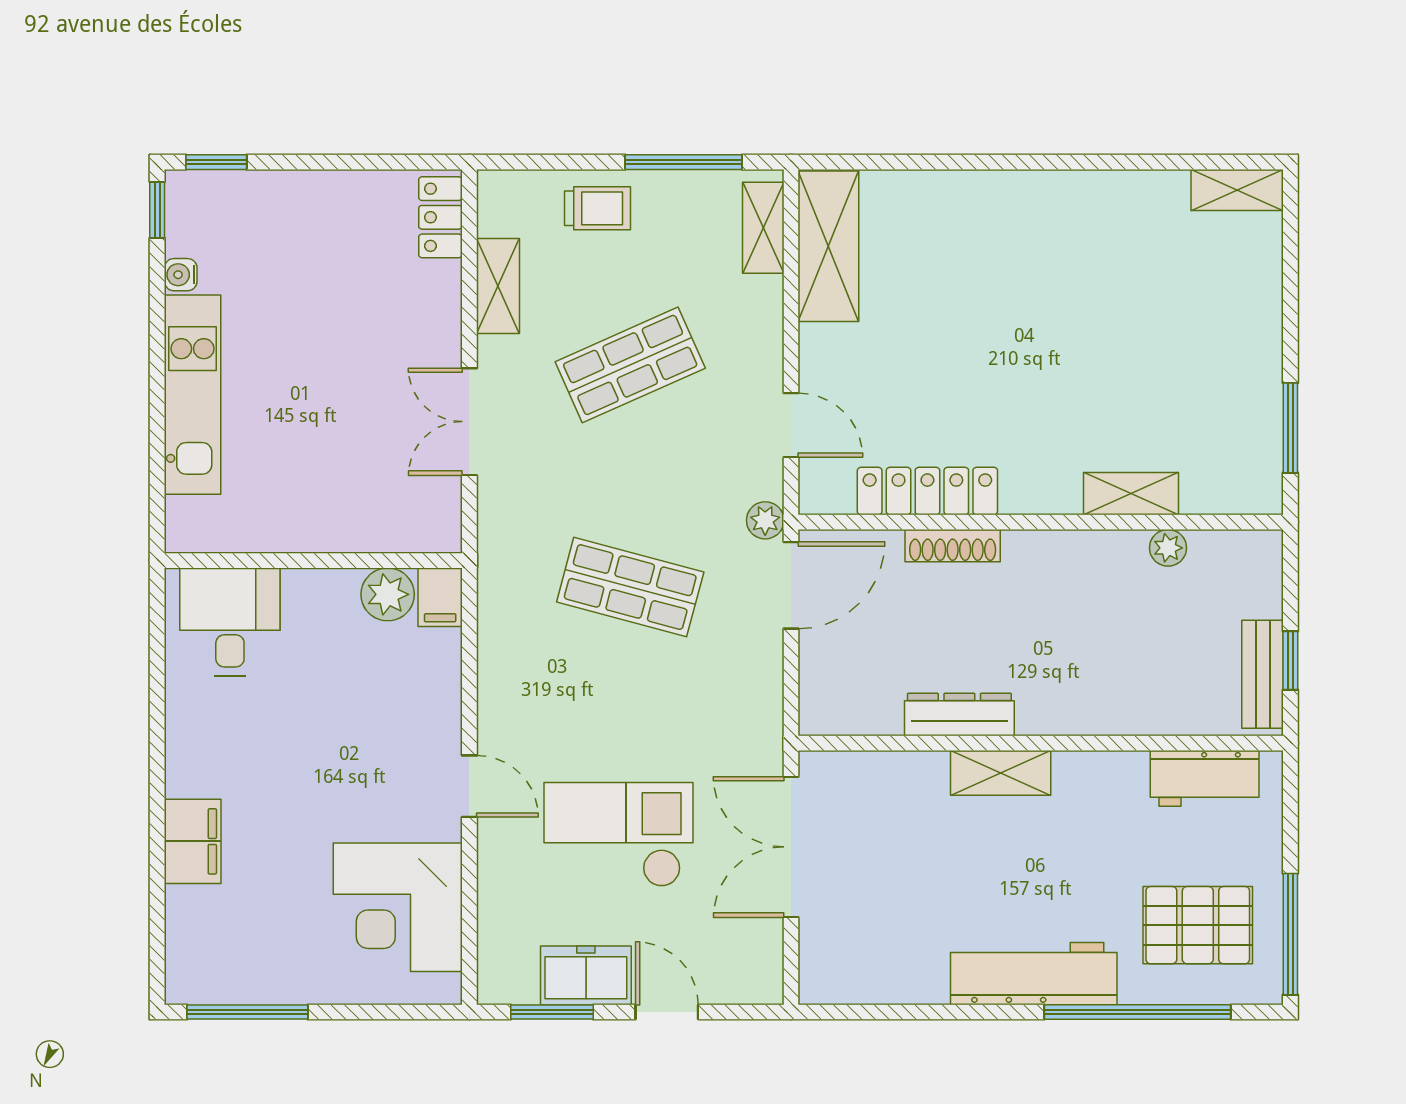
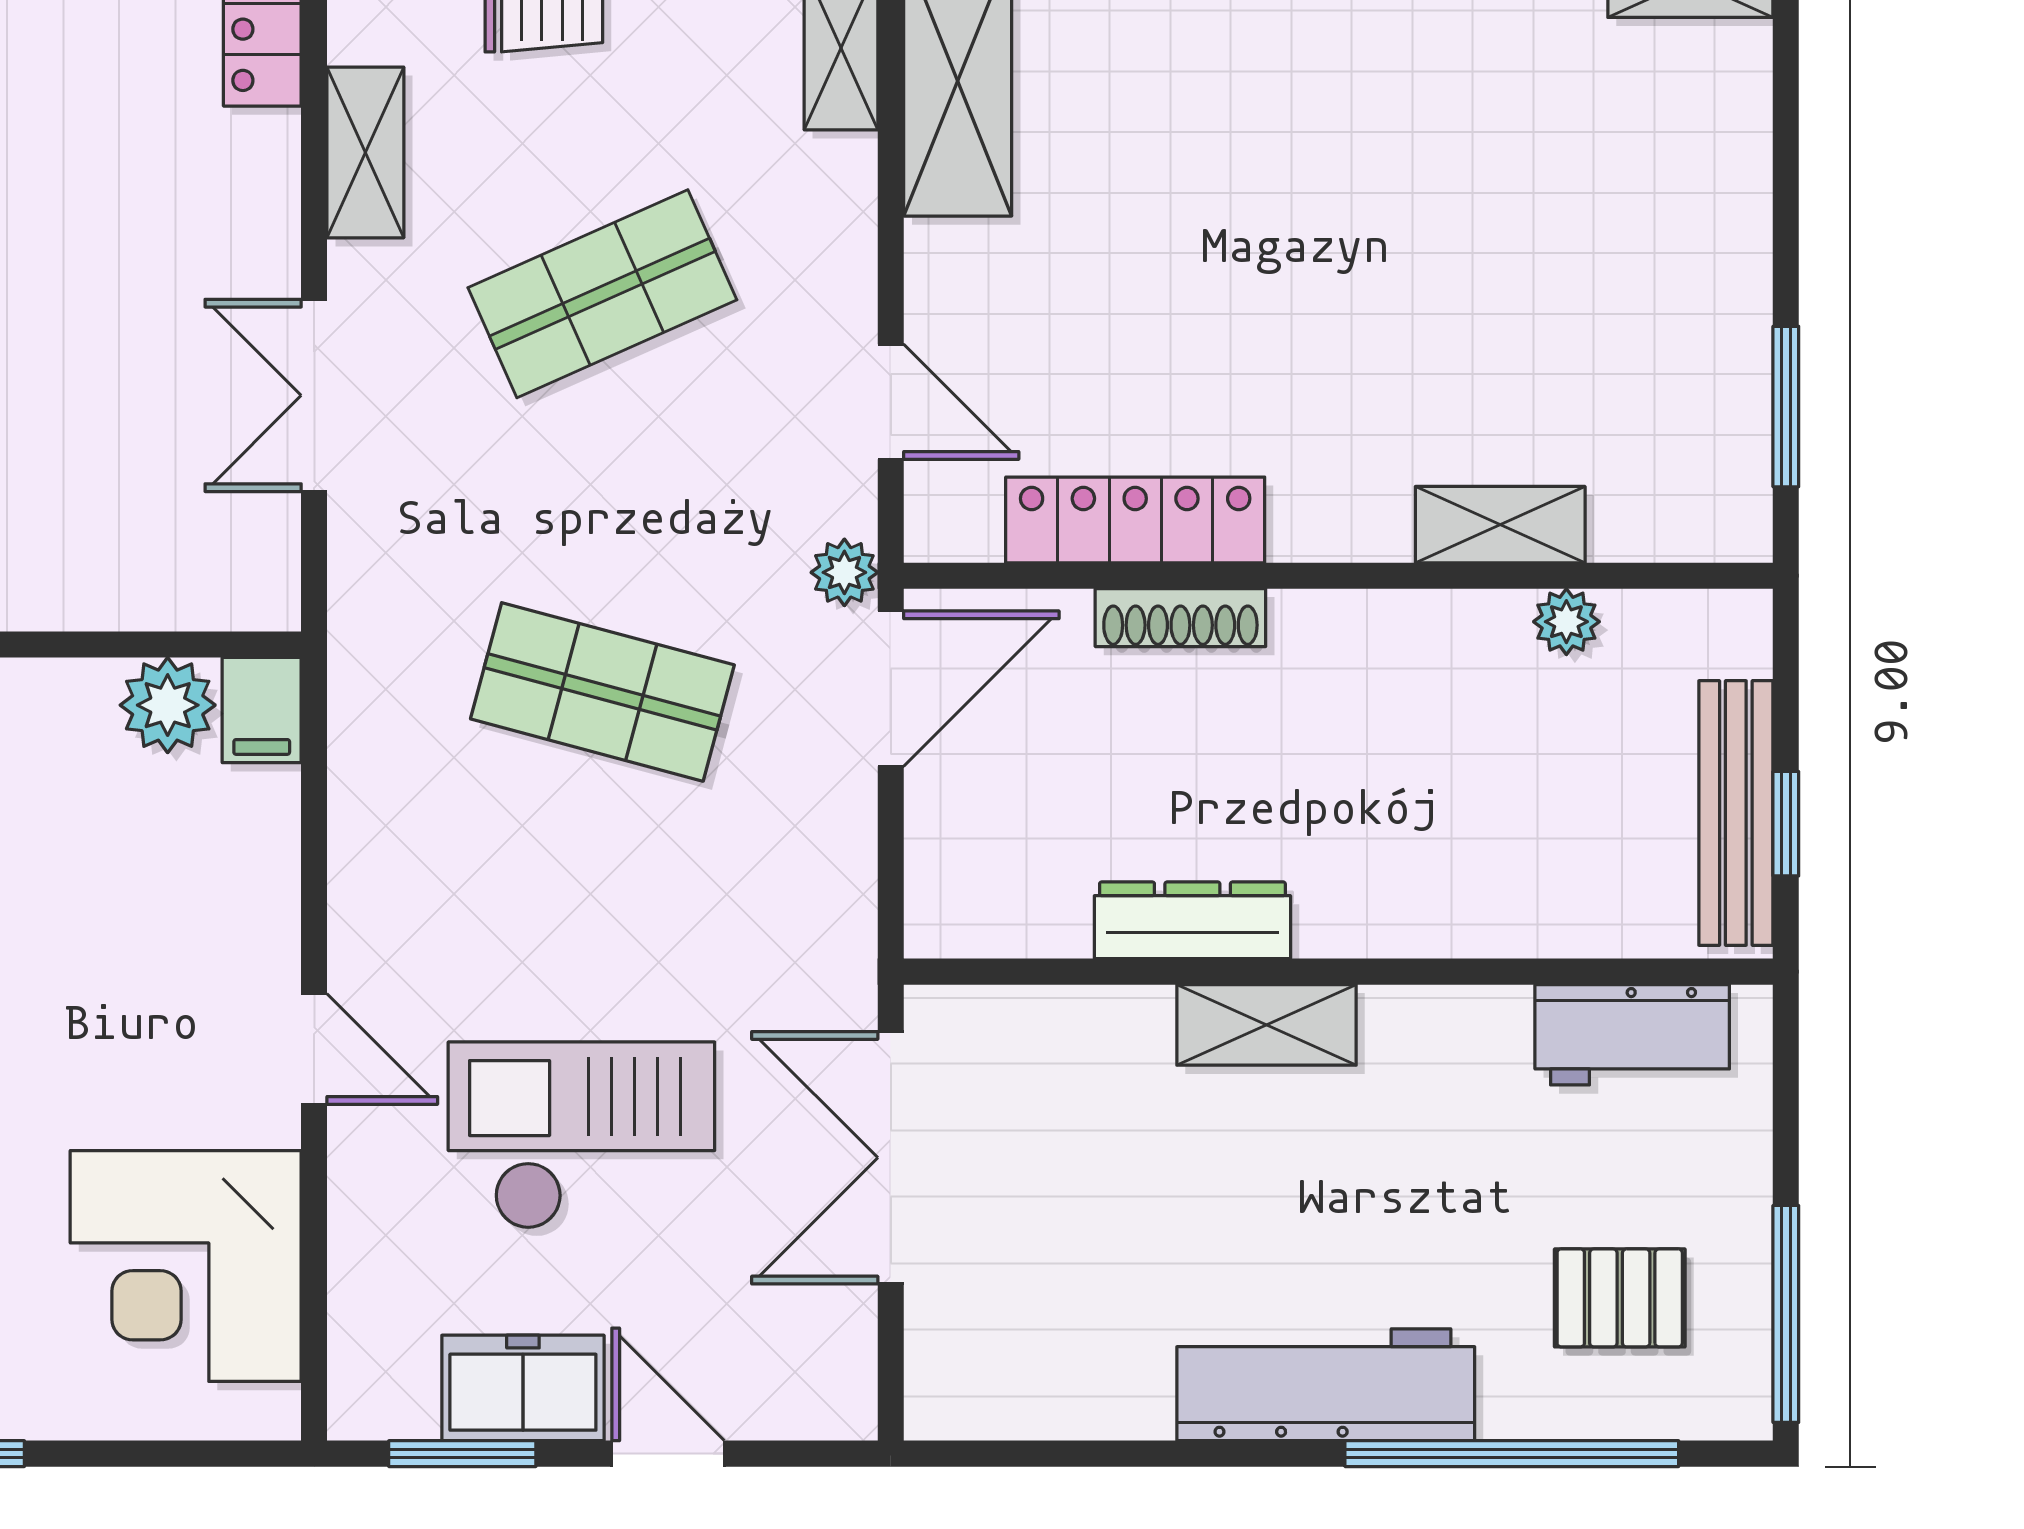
bench: (1263, 674) -> (1736, 813), width x1.36
pallet: (1198, 925) -> (1620, 1298), width x0.67, depth x0.71

